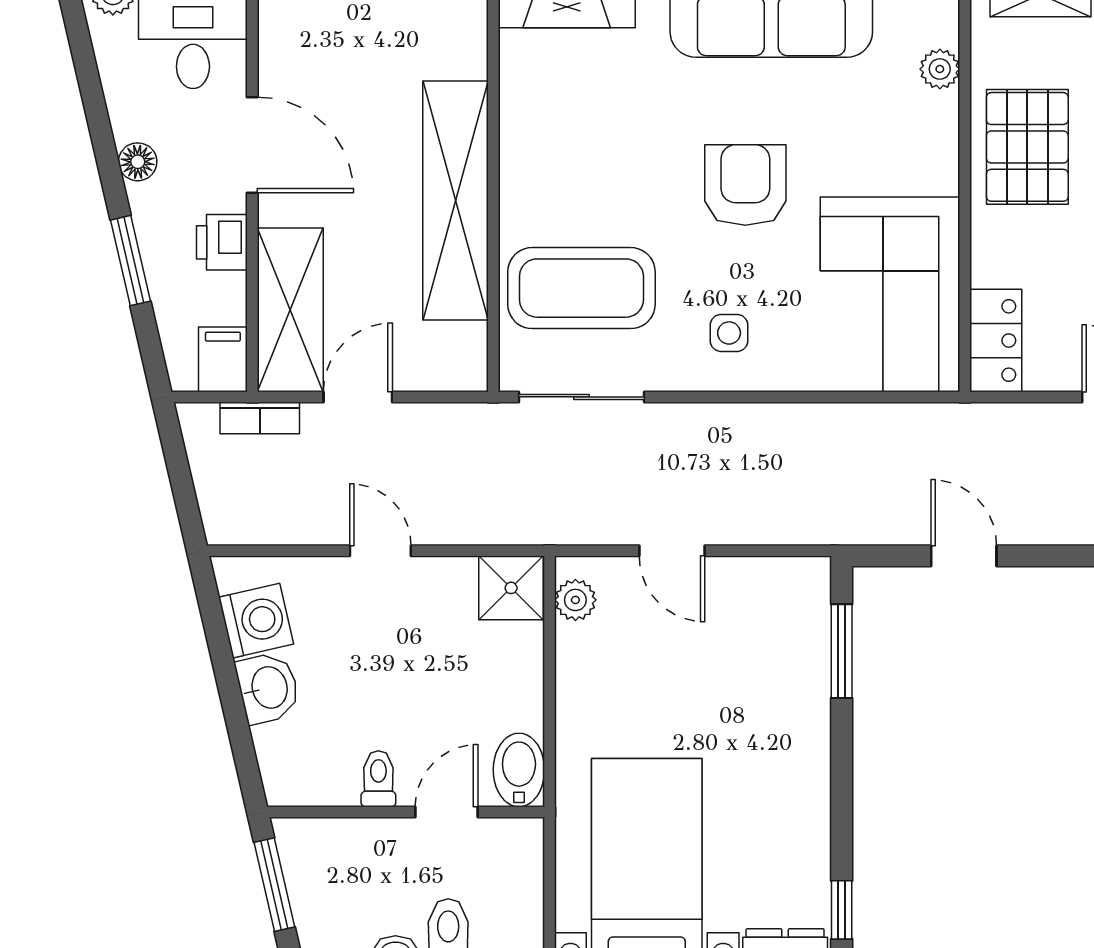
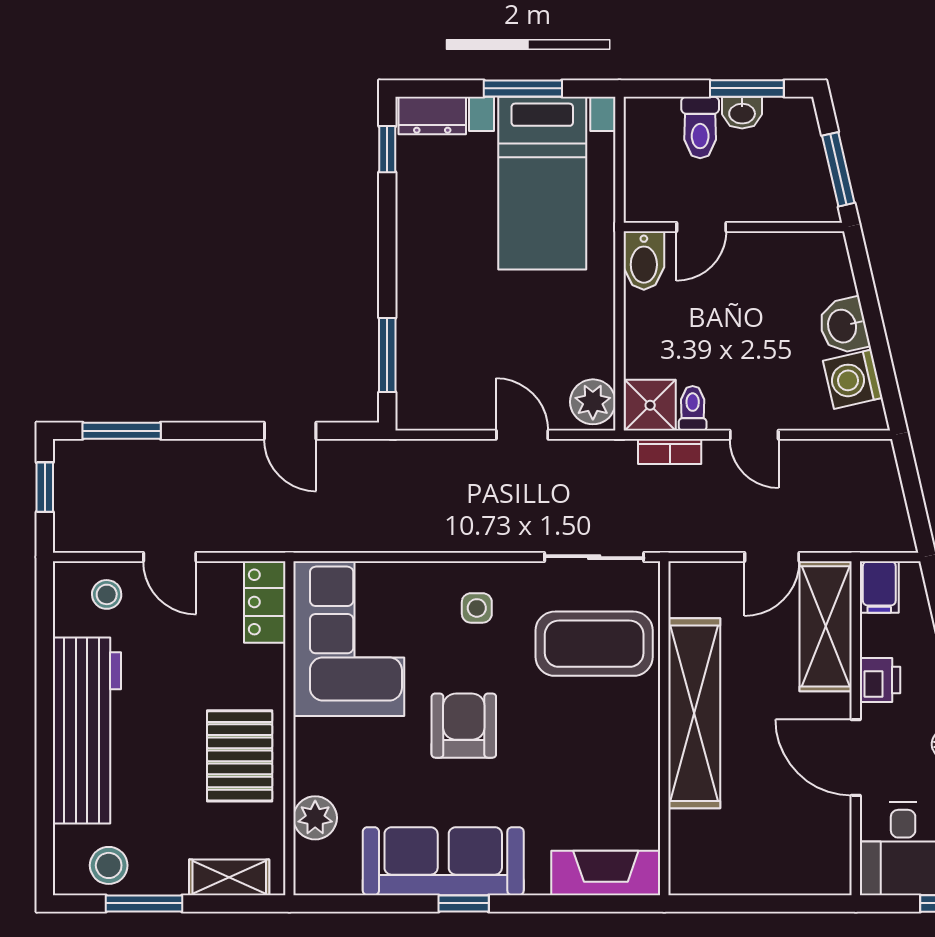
plant: (940, 69) -> (315, 818), width x1.38, depth x1.38
armchair: (745, 185) -> (464, 726), turned 180
bookcase: (260, 418) -> (670, 451), moved, turned 180
plant: (575, 600) -> (593, 402), width x1.38, depth x1.38
toilet: (378, 779) -> (693, 408), moved, turned 180

